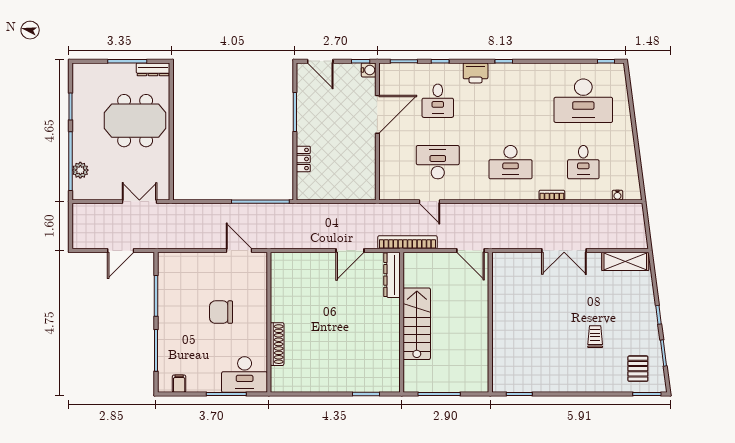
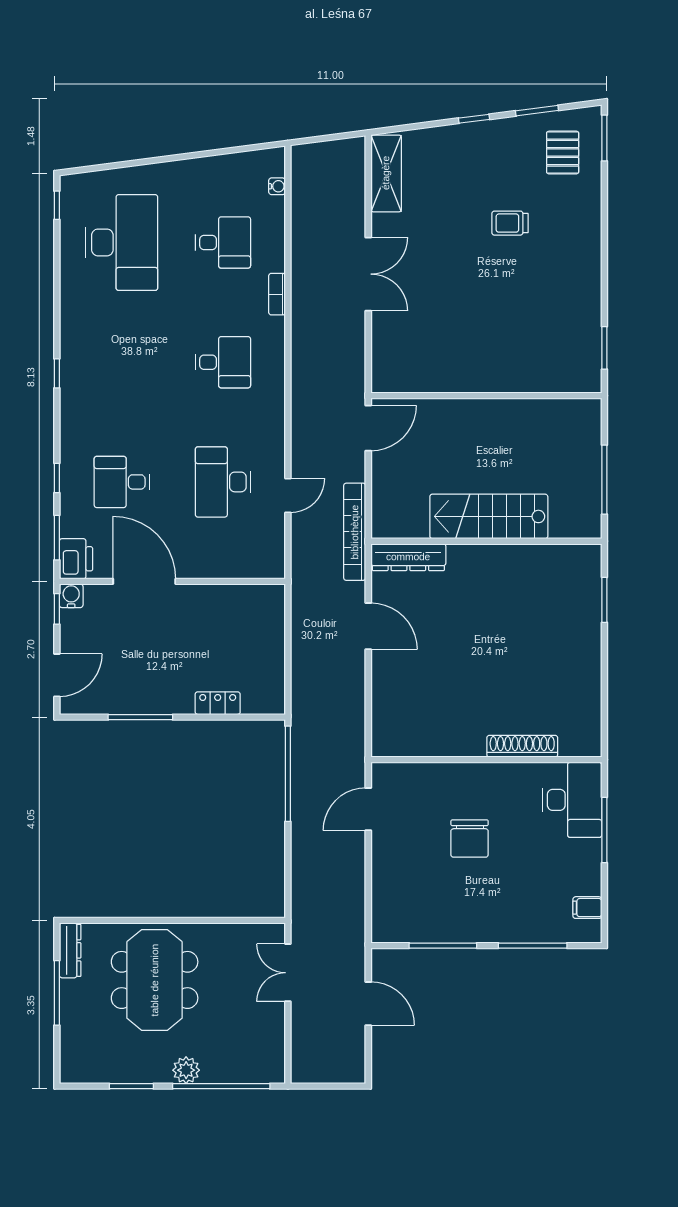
printer: (476, 73) -> (76, 559), moved
desk: (438, 101) -> (122, 482), turned 180
desk: (511, 162) -> (223, 362), width x0.73
plant: (80, 170) -> (186, 1070), moved
pallet: (638, 369) -> (563, 153), turned 90

